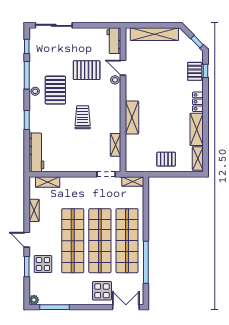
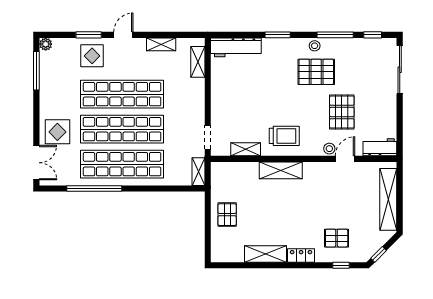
pallet: (195, 71) -> (337, 238), moved
trolley: (83, 117) -> (284, 136), moved
shelving: (198, 158) -> (228, 255), removed

